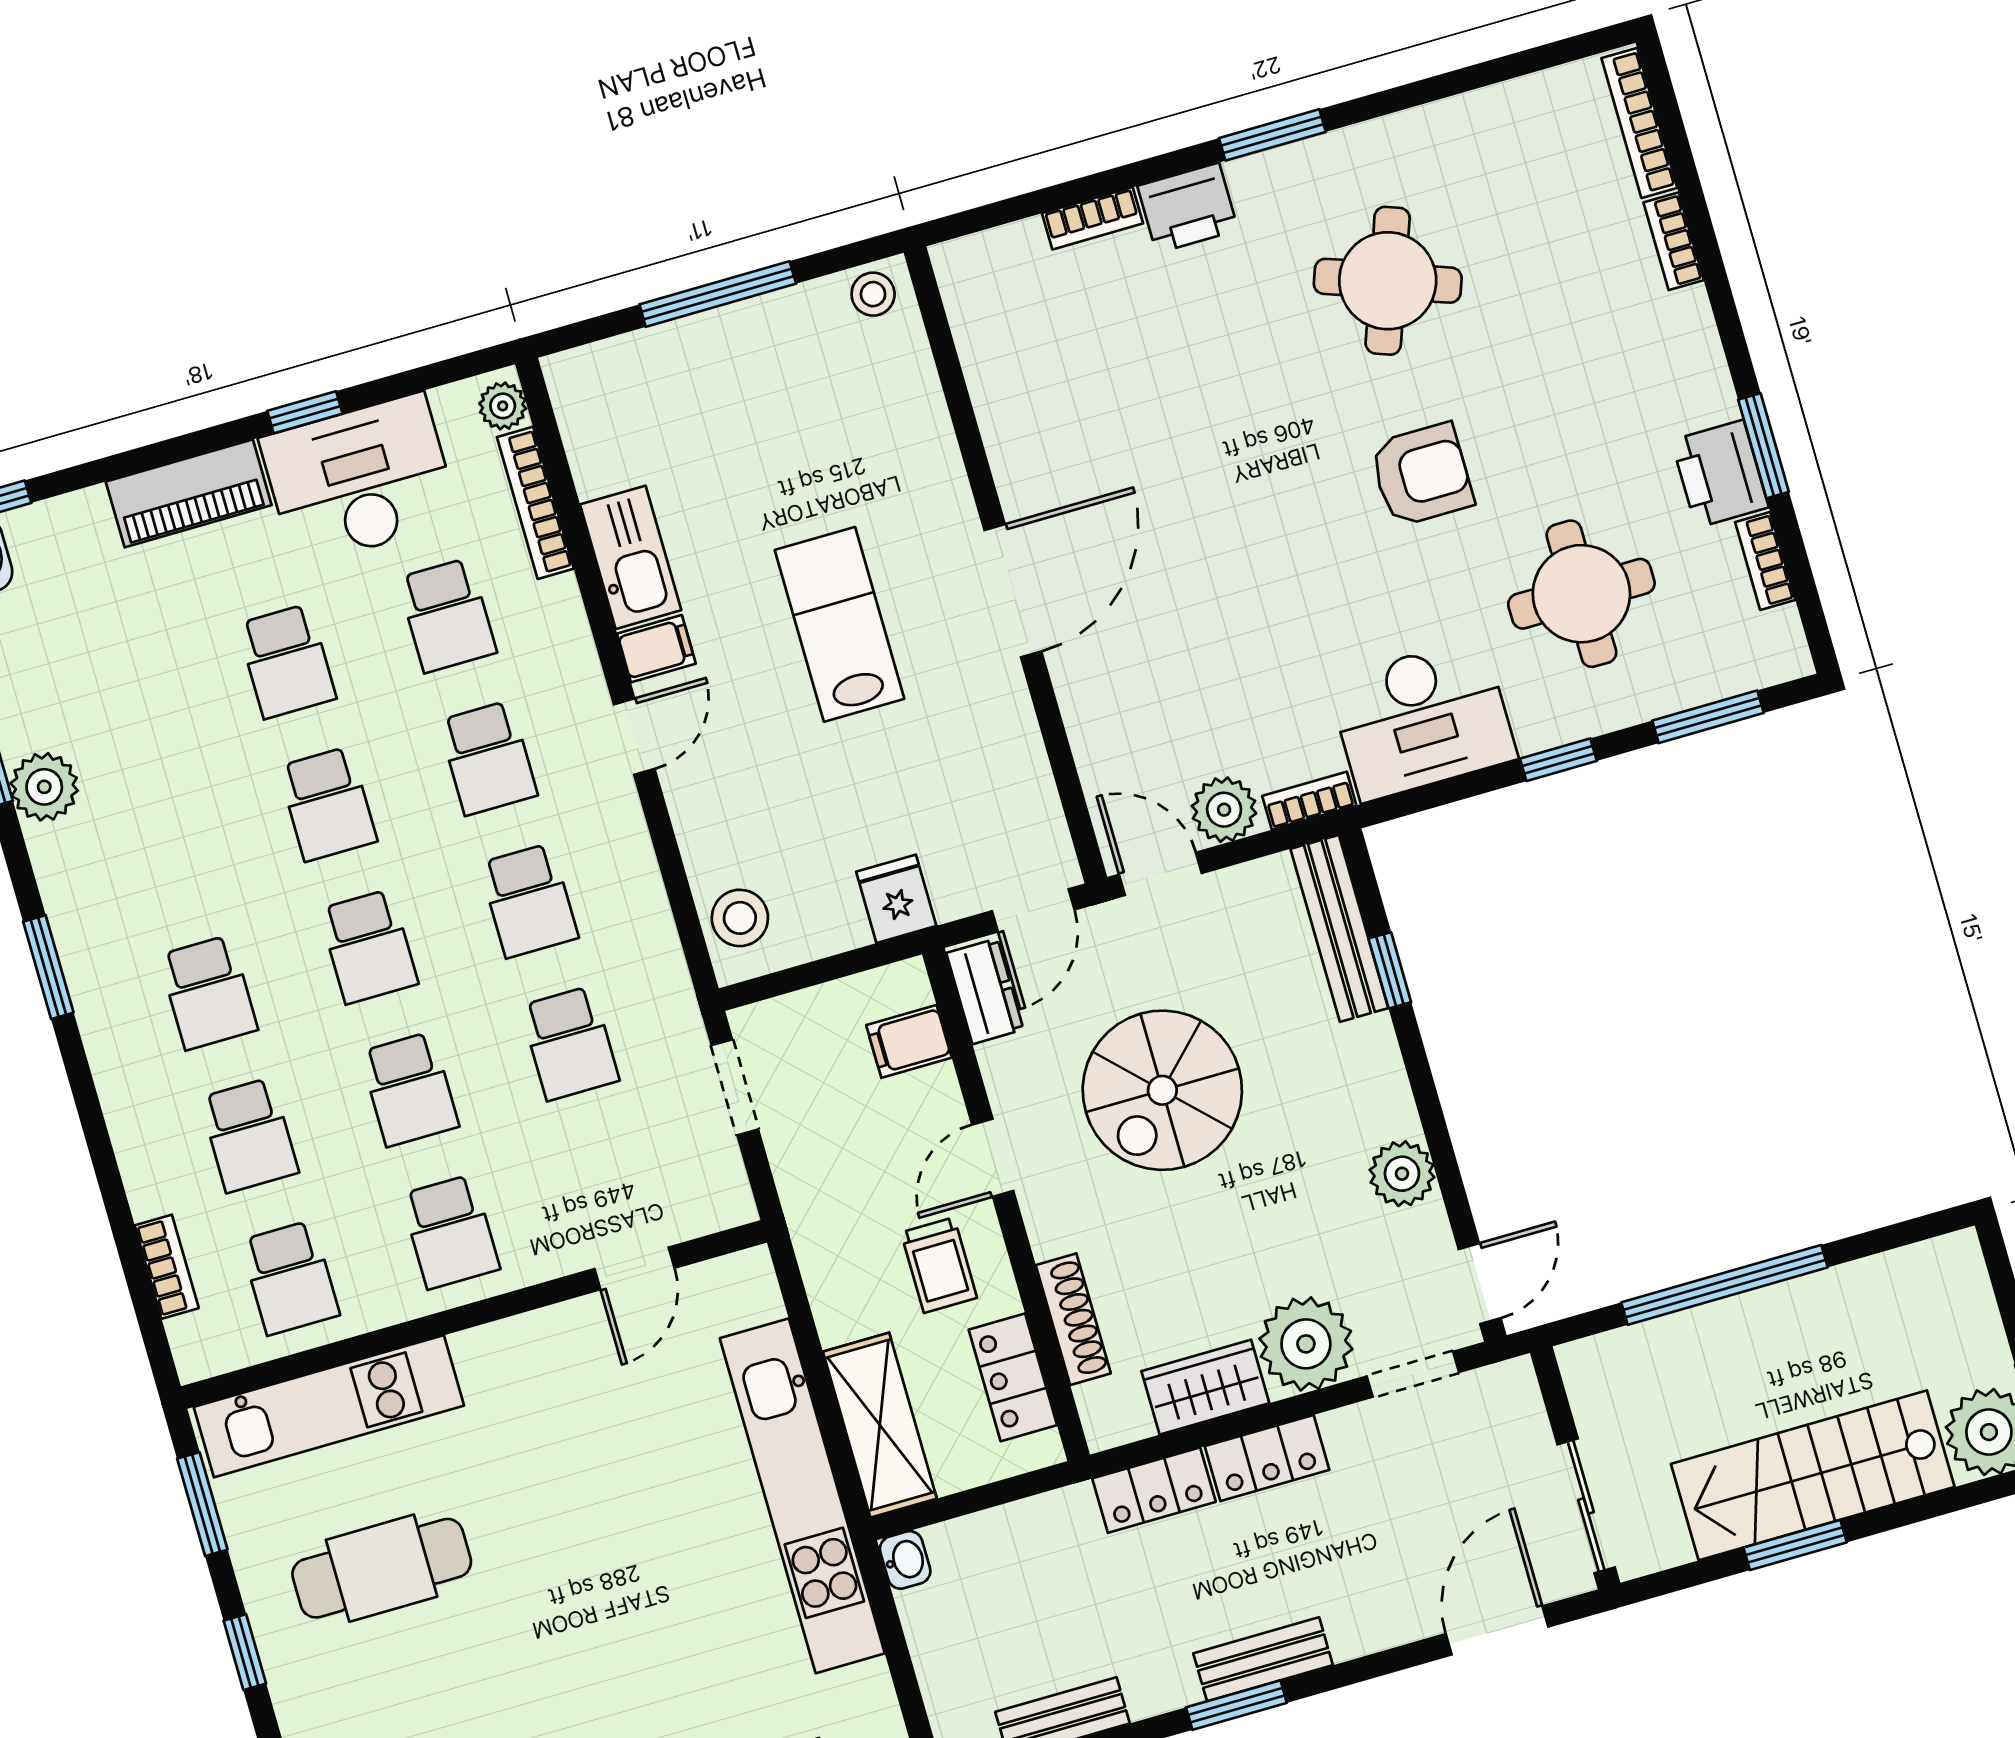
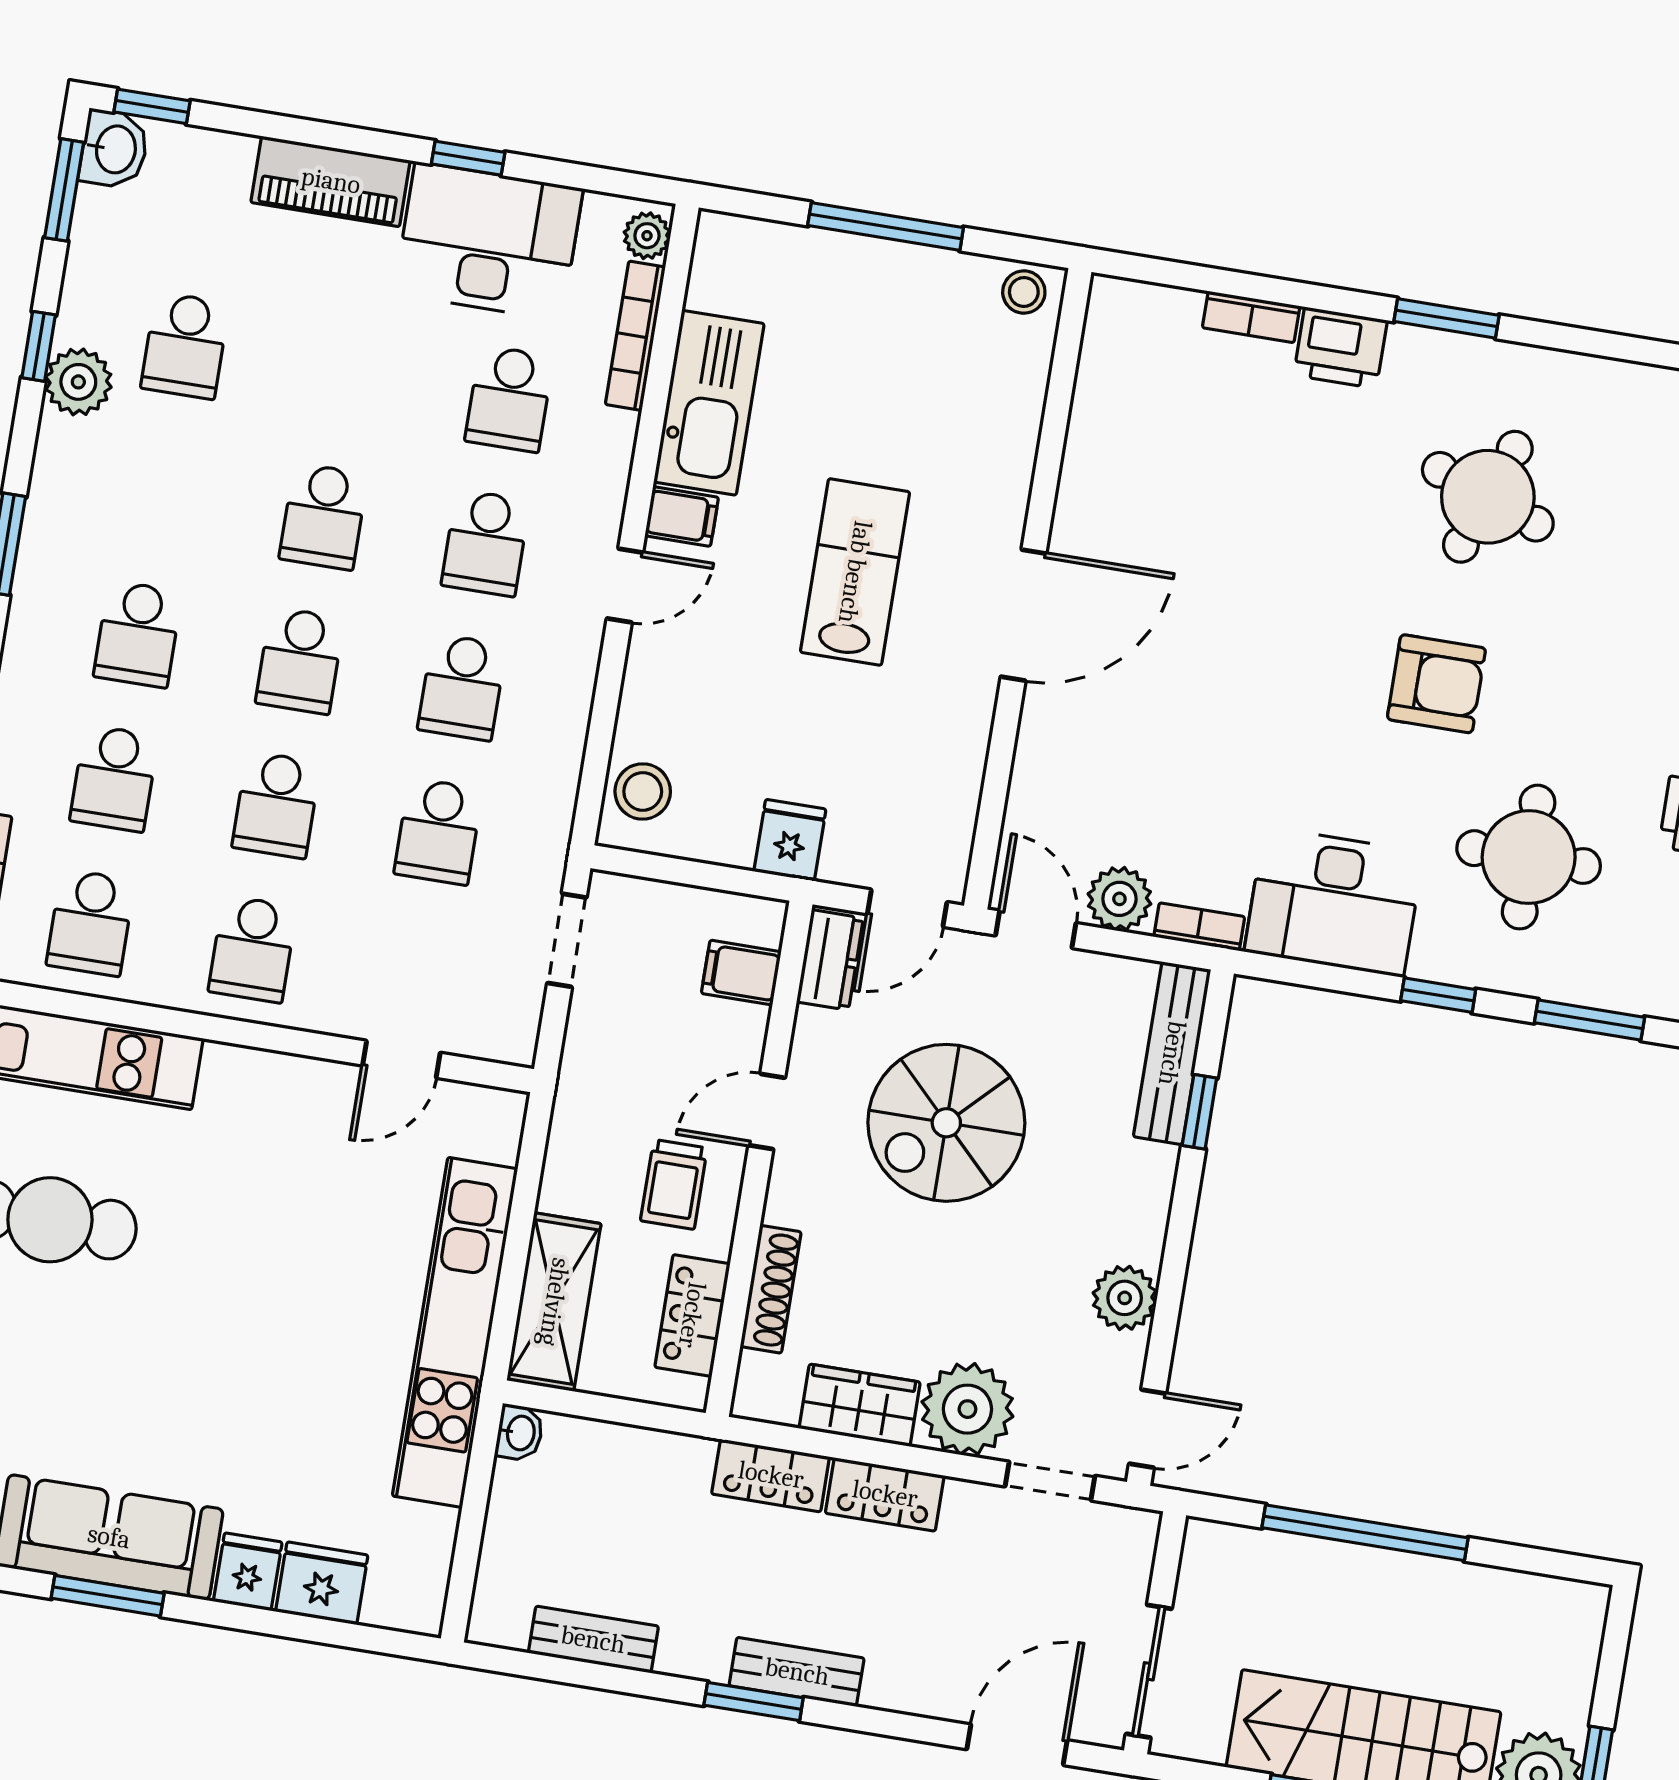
kitchen sink: (631, 557) -> (709, 403), width x1.36, depth x1.24
school desk: (287, 661) -> (185, 346), moved

